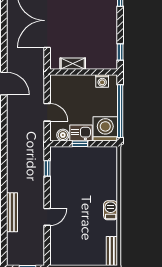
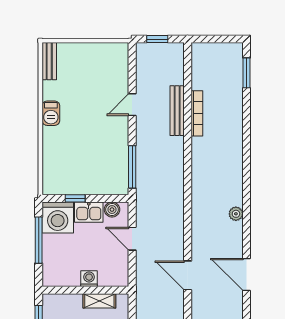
washing machine: (102, 81) -> (89, 279), moved
window: (120, 111) -> (39, 240), width x0.68
window: (80, 144) -> (75, 198), moved
window: (47, 168) -> (132, 167), width x2.17

